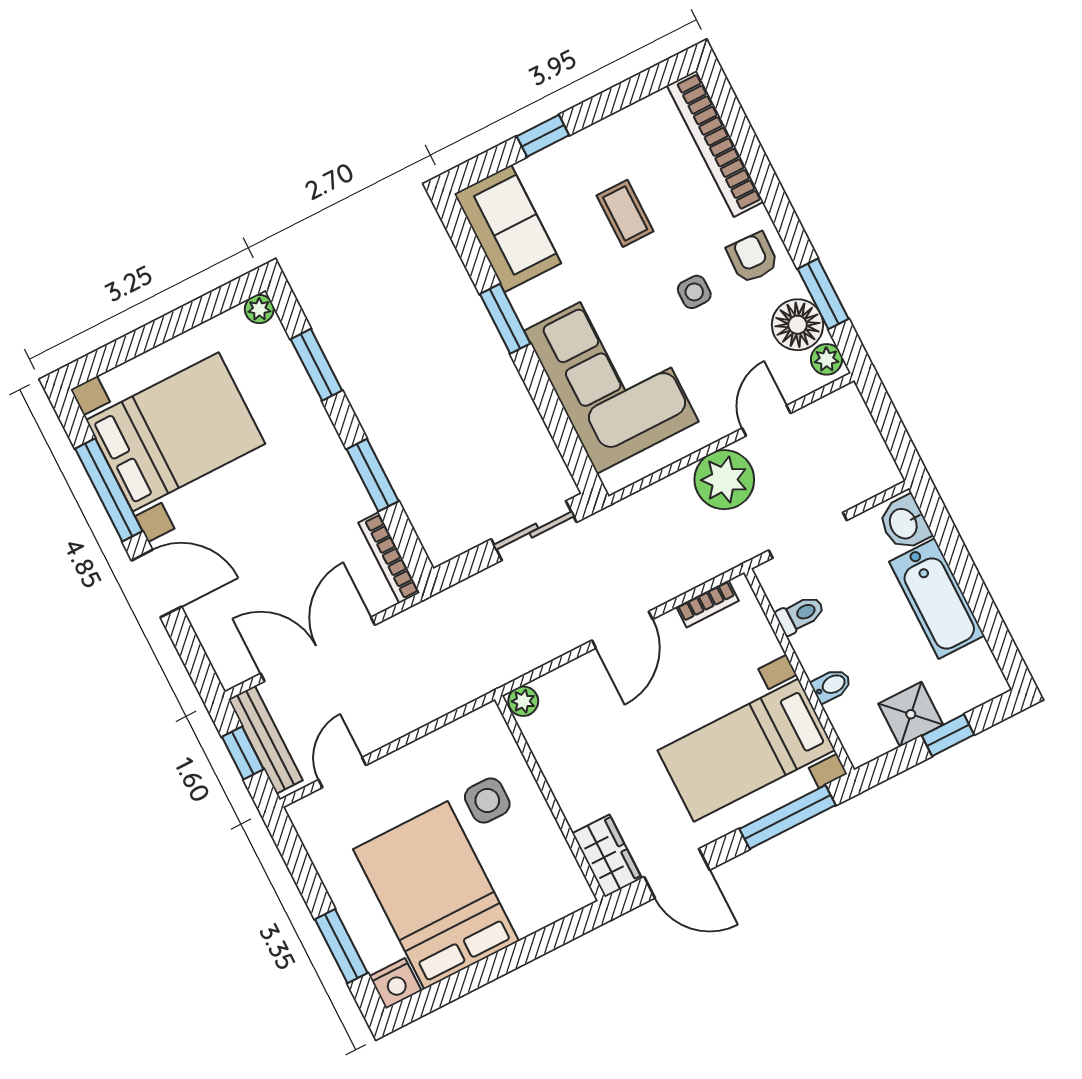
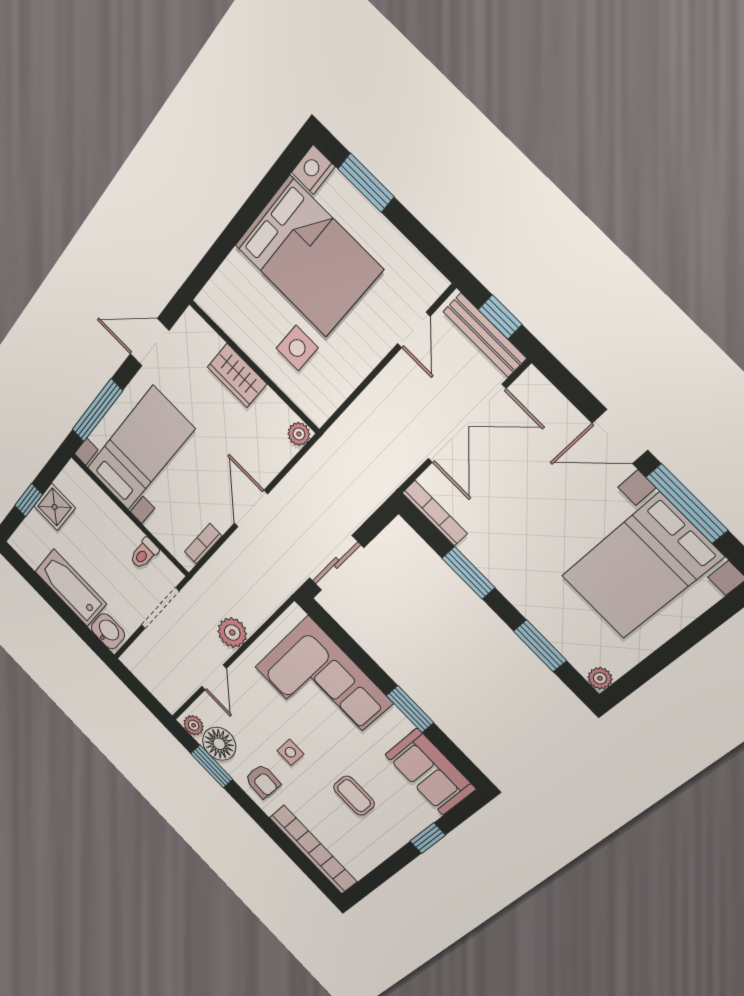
plant: (724, 480) -> (232, 633), width x0.73, depth x0.73
bidet: (831, 685) -> (107, 511), removed
wardrobe: (607, 856) -> (237, 375), moved

